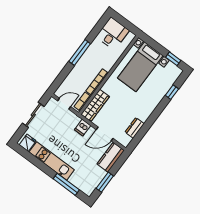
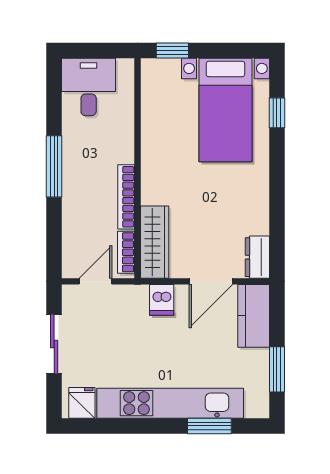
window: (173, 59) -> (172, 50), moved
bed with nightstands: (140, 67) -> (225, 110), moved
dresser: (135, 128) -> (257, 257), moved
kitchen unit: (52, 161) -> (170, 403), width x1.36
window: (66, 184) -> (209, 426), width x0.69

